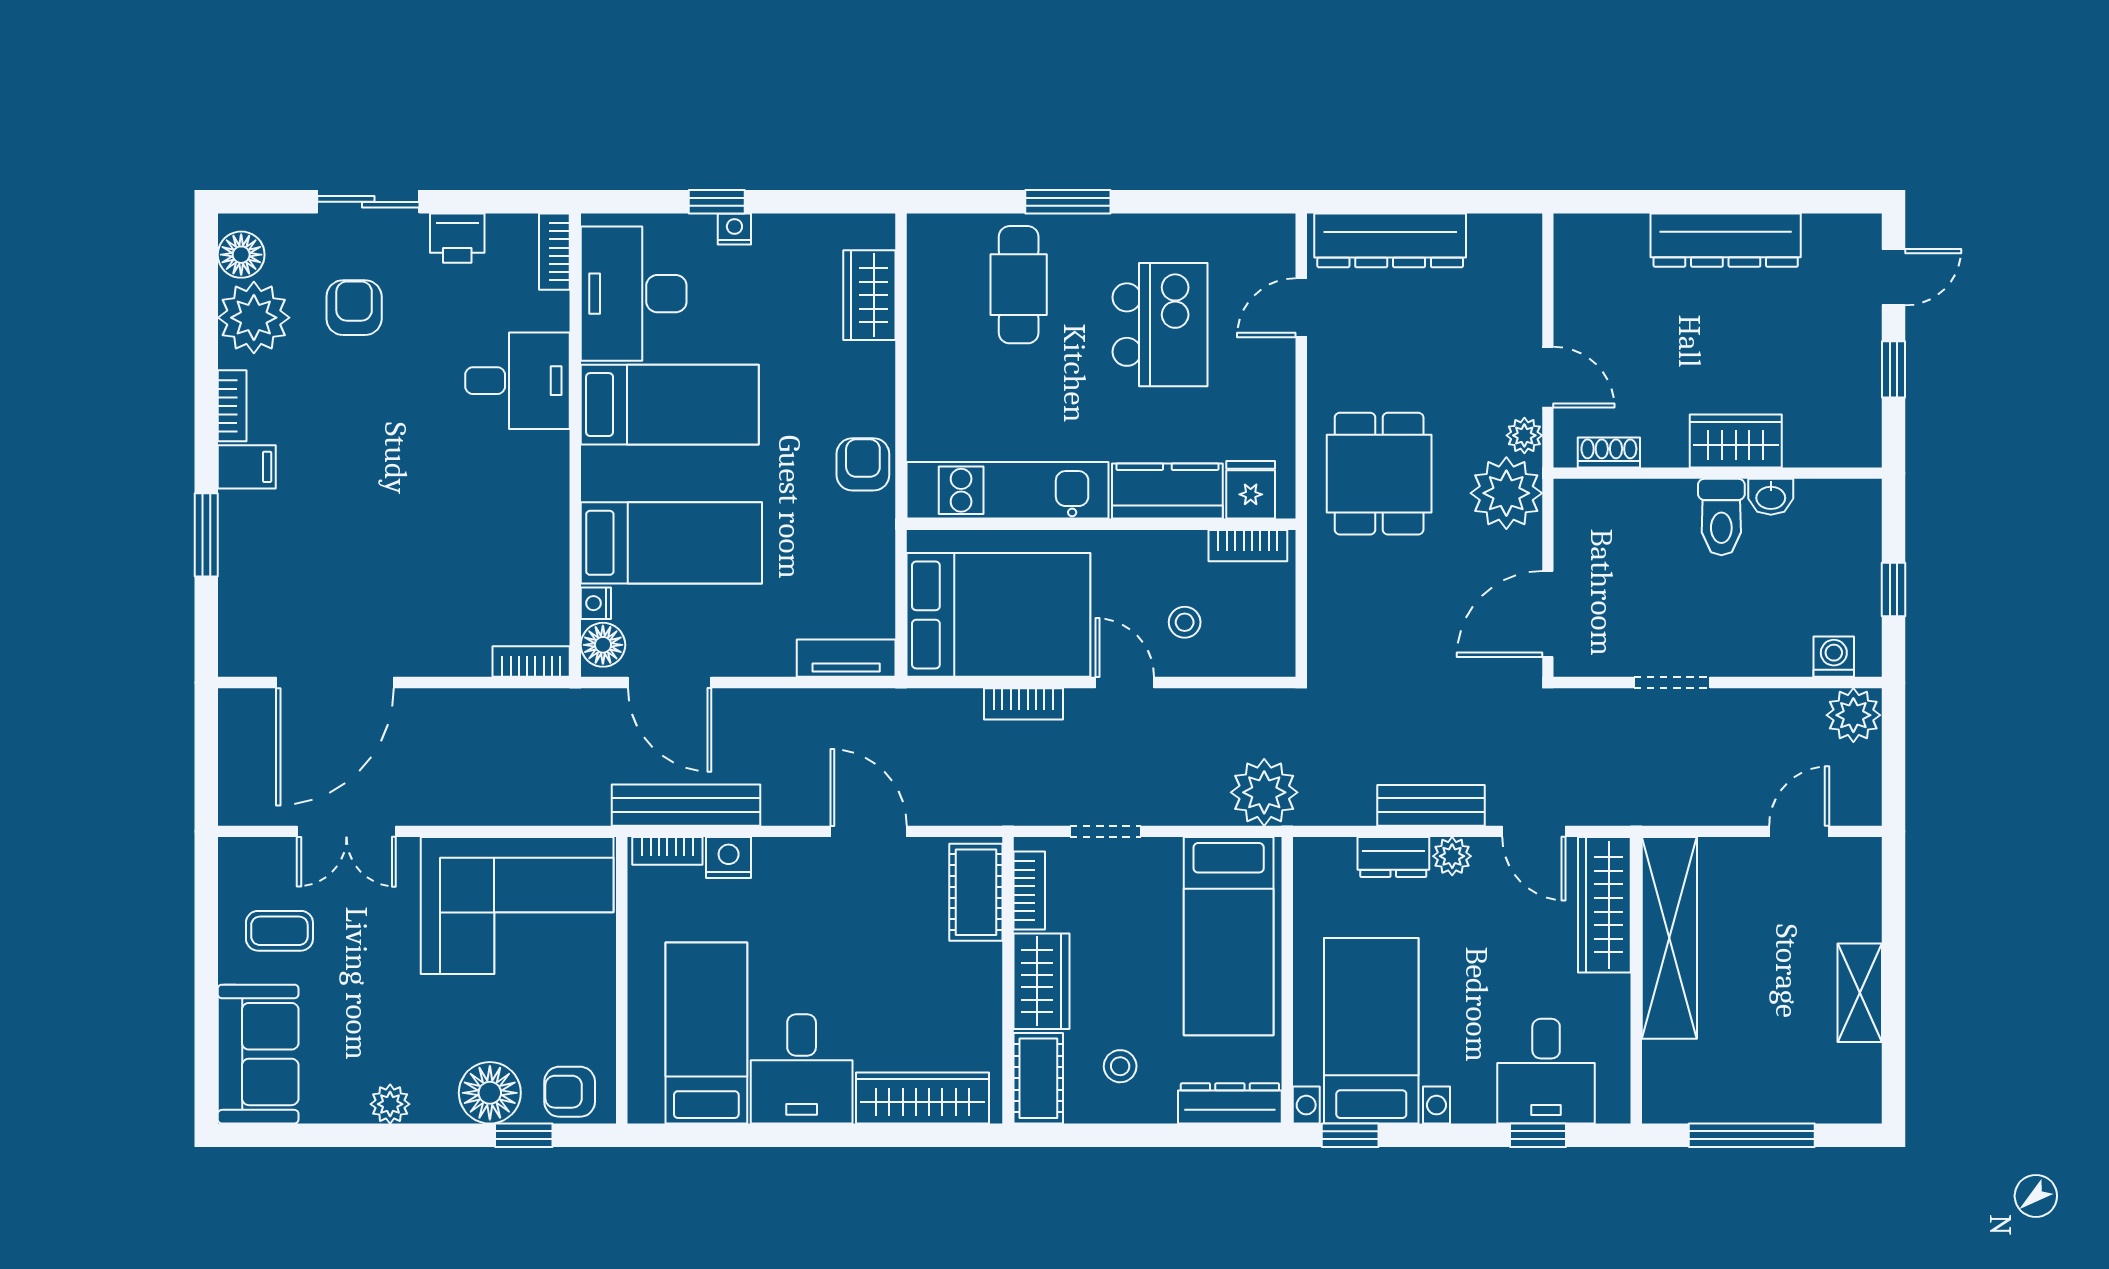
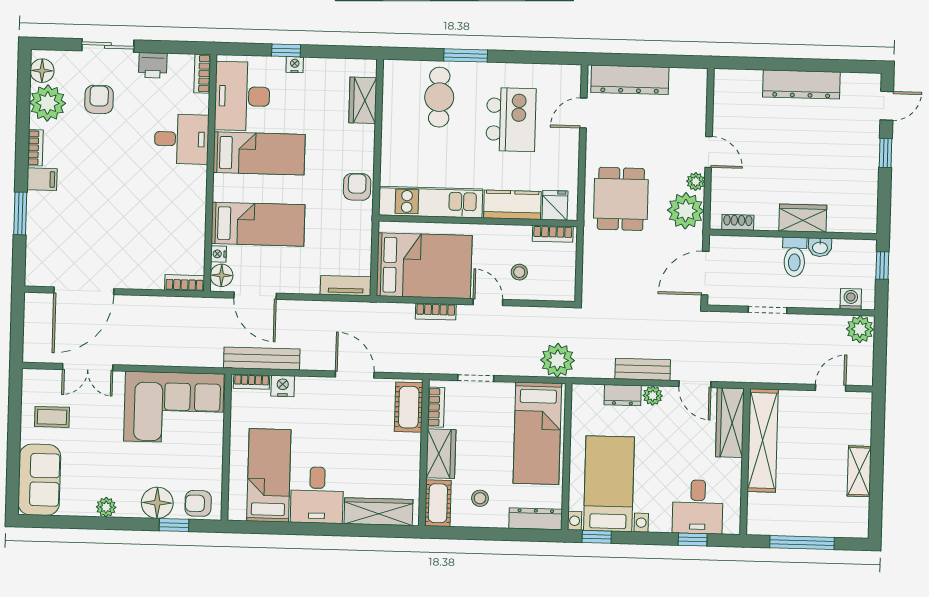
wardrobe: (1736, 441) -> (803, 218), moved
shoe rack: (1609, 452) -> (738, 222), moved
wall: (1718, 473) -> (793, 234), moved
washbasin: (1771, 497) -> (820, 247), moved
toilet: (1721, 517) -> (794, 257), moved

